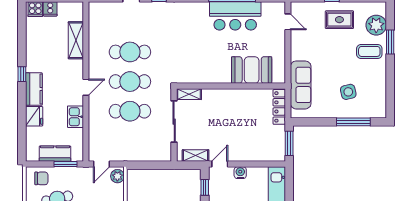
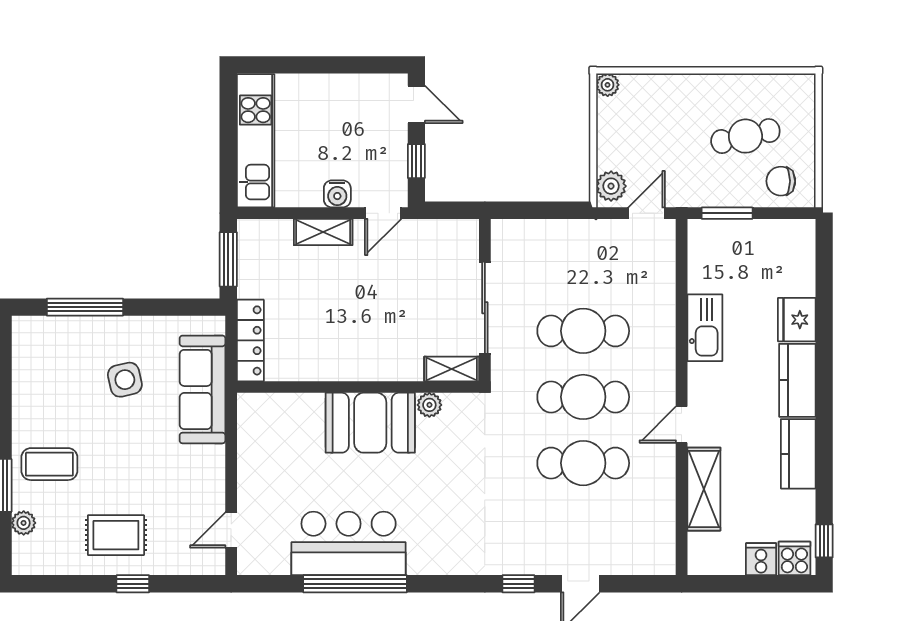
door: (288, 22) -> (231, 530), hinge flipped
plant: (376, 25) -> (24, 523), width x0.53, depth x0.53
booth: (252, 70) -> (370, 423), moved
window: (22, 74) -> (824, 541), moved
plant: (199, 78) -> (429, 405), added
door: (86, 87) -> (682, 425), moved
side table: (348, 92) -> (125, 380), moved
kitchen sink: (75, 117) -> (705, 328), width x1.38
kitchen counter: (55, 154) -> (798, 454), moved, turned 90
shelving: (196, 156) -> (323, 232), moved

